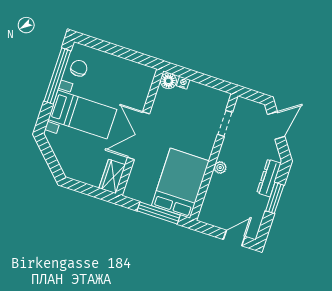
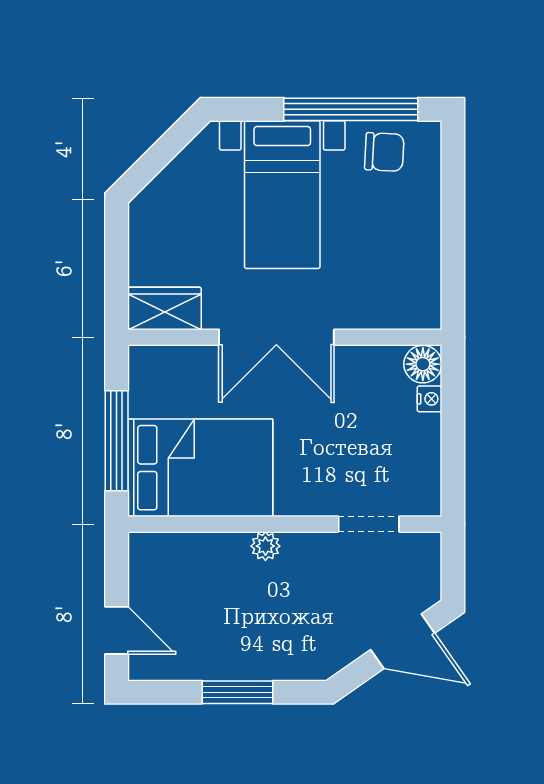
double door: (138, 136) -> (276, 337), swing flipped
dresser: (269, 178) -> (278, 664), removed

